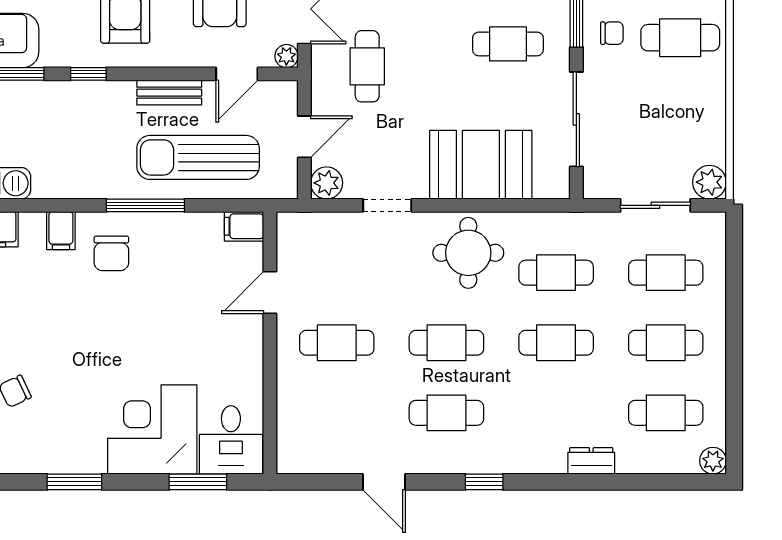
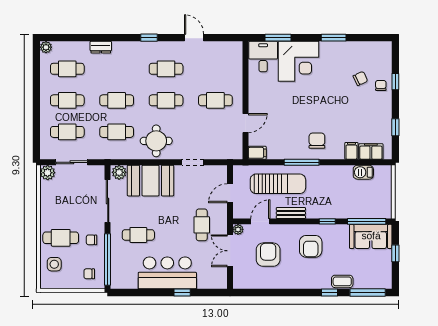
plant: (327, 183) -> (119, 172), moved
filing cabinet: (61, 231) -> (351, 151), moved

